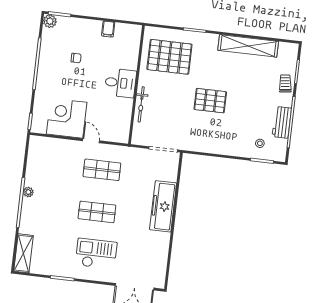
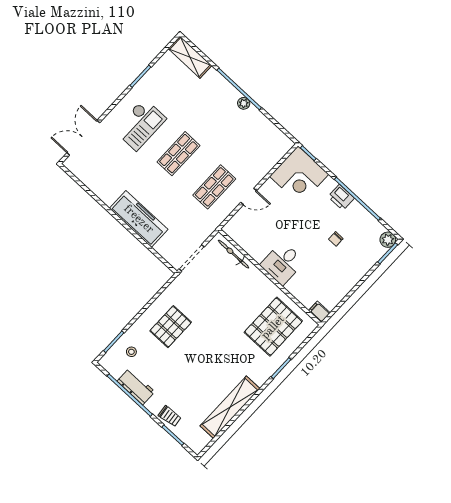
filing cabinet: (108, 29) -> (319, 312), moved
printer: (44, 76) -> (341, 197), added
pallet: (210, 101) -> (171, 327), moved
bicycle: (141, 104) -> (234, 254), moved
corner desk: (67, 118) -> (299, 175), moved, turned 90

